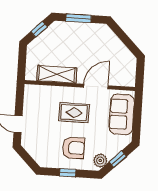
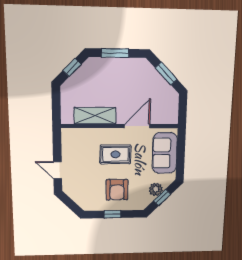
window: (125, 39) -> (166, 74), added
armchair: (74, 148) -> (117, 190), turned 90
plant: (100, 160) -> (156, 189), moved

